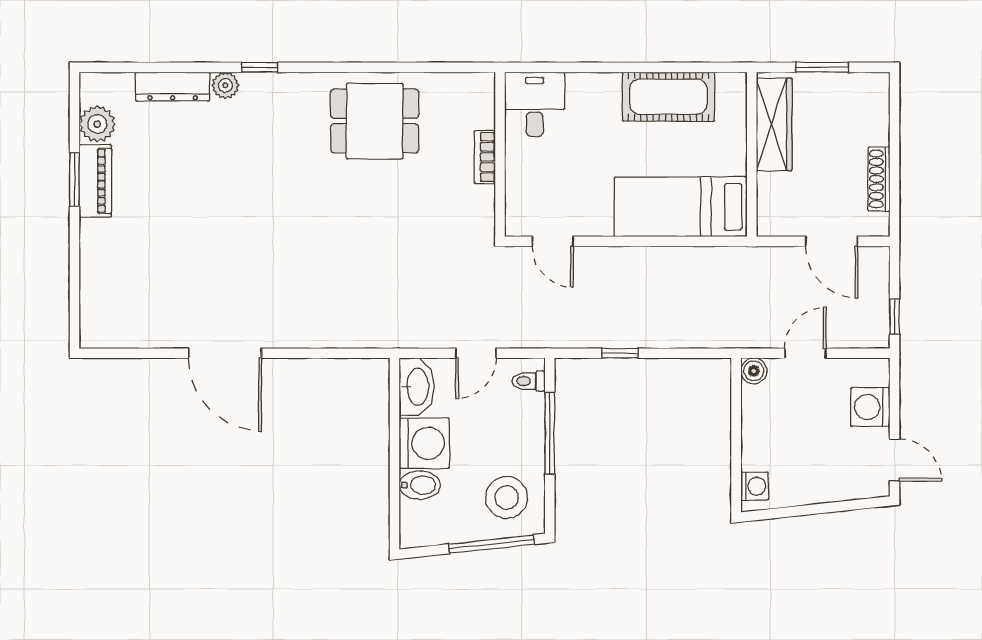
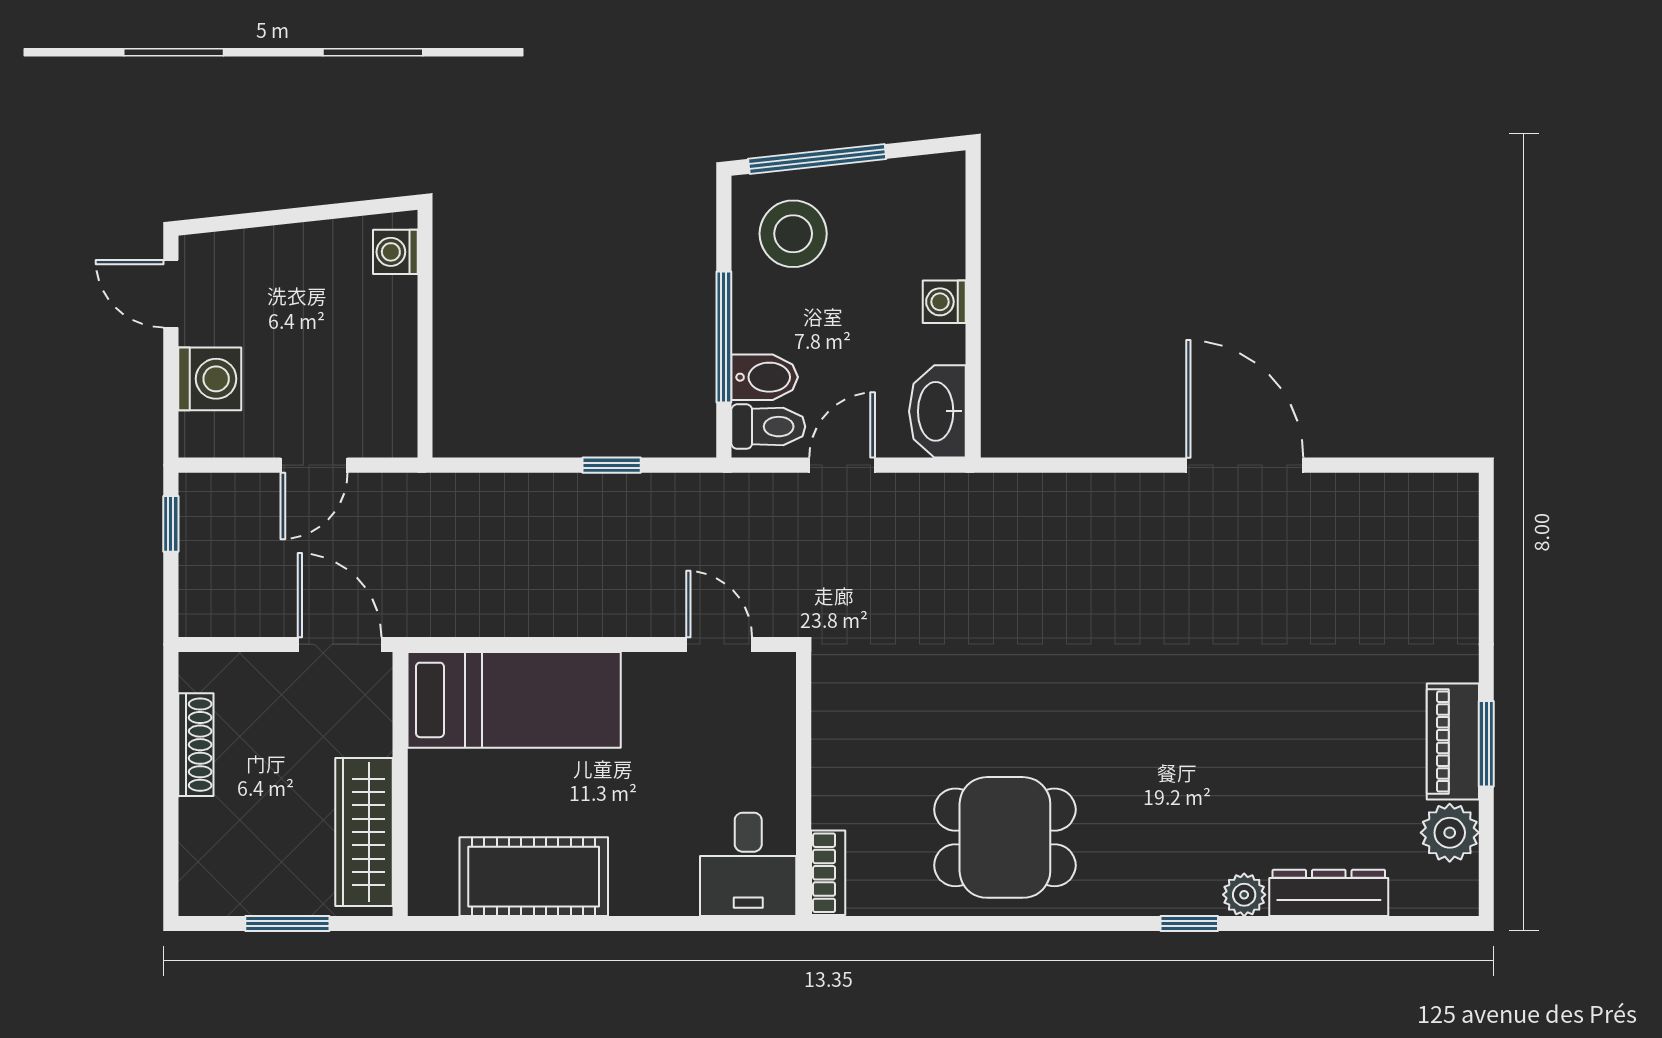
bookcase: (485, 157) -> (828, 873), moved
door: (832, 241) -> (340, 644), moved
boiler: (754, 371) -> (397, 437), removed
toilet: (528, 381) -> (768, 427), width x1.37, depth x1.39
washing machine: (424, 443) -> (944, 302), width x0.53, depth x0.53
bidet: (420, 485) -> (765, 377), moved, turned 180

